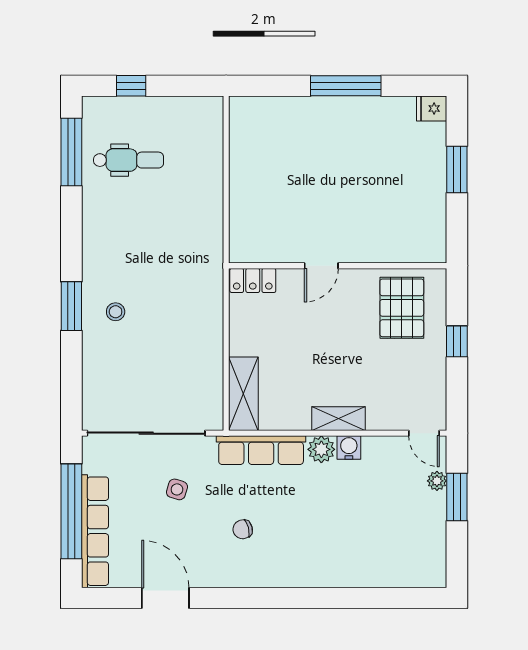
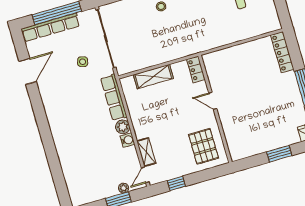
locker: (267, 109) -> (282, 52), added
pallet: (402, 308) -> (204, 146), turned 90
window: (457, 341) -> (176, 183), moved
shelving: (243, 394) -> (153, 77), moved
shelving: (338, 419) -> (146, 152), moved
chair: (243, 529) -> (72, 100), removed

